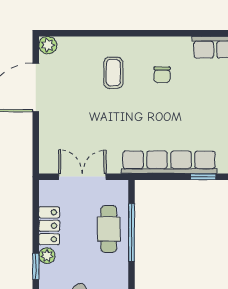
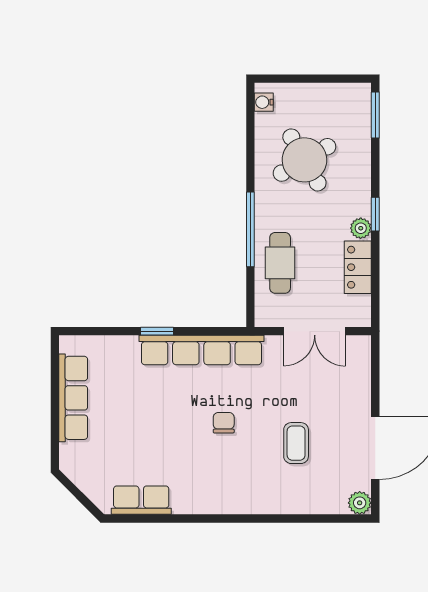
coffee table: (113, 73) -> (296, 443), moved
chair: (162, 75) -> (224, 423), moved
window: (132, 232) -> (250, 229), moved

